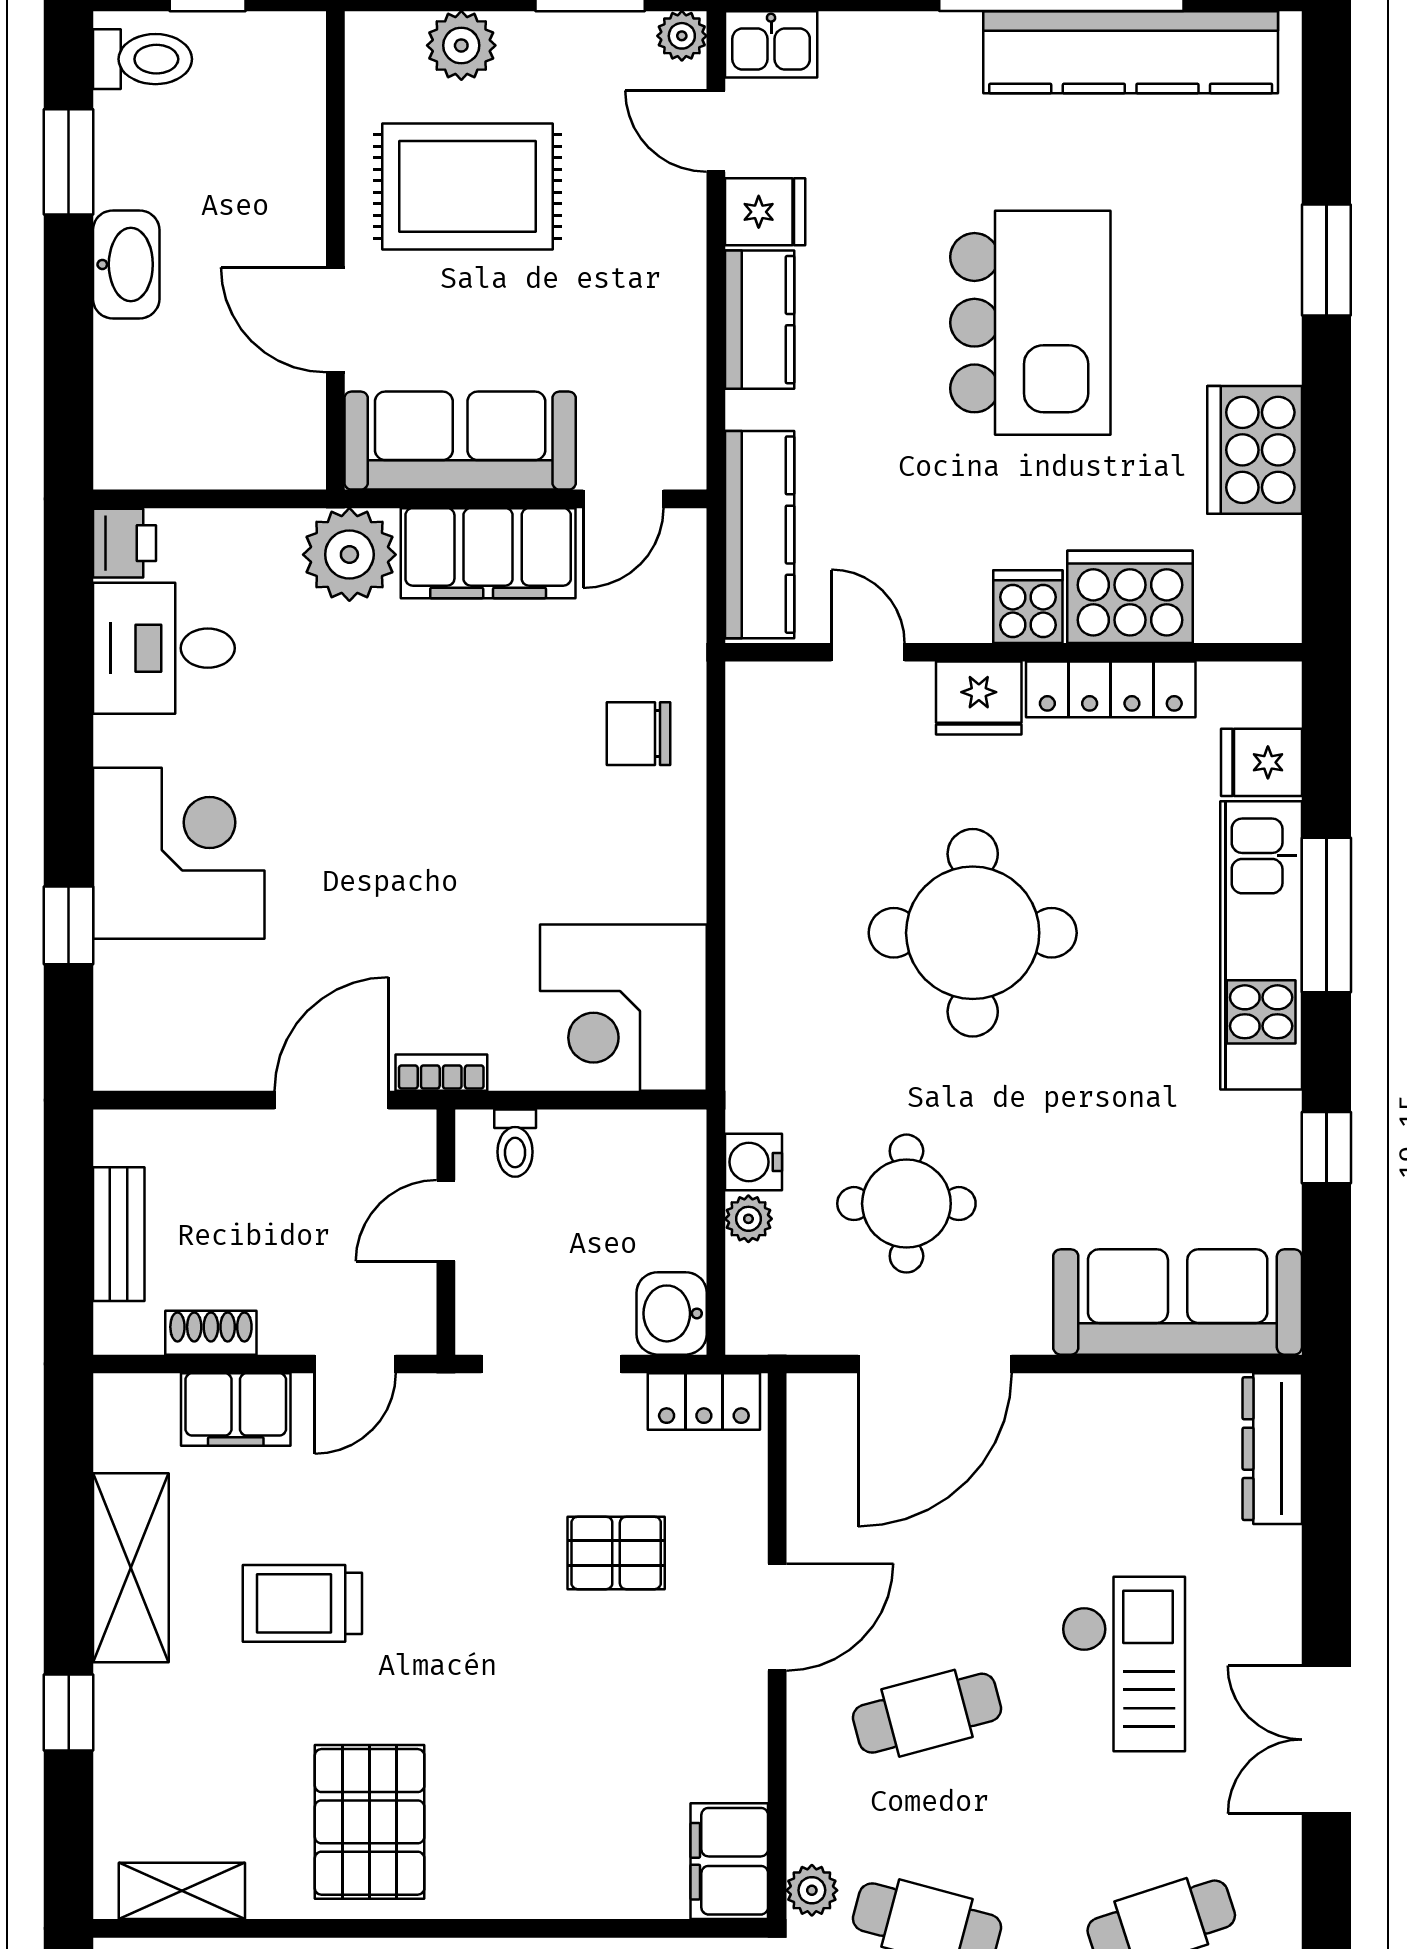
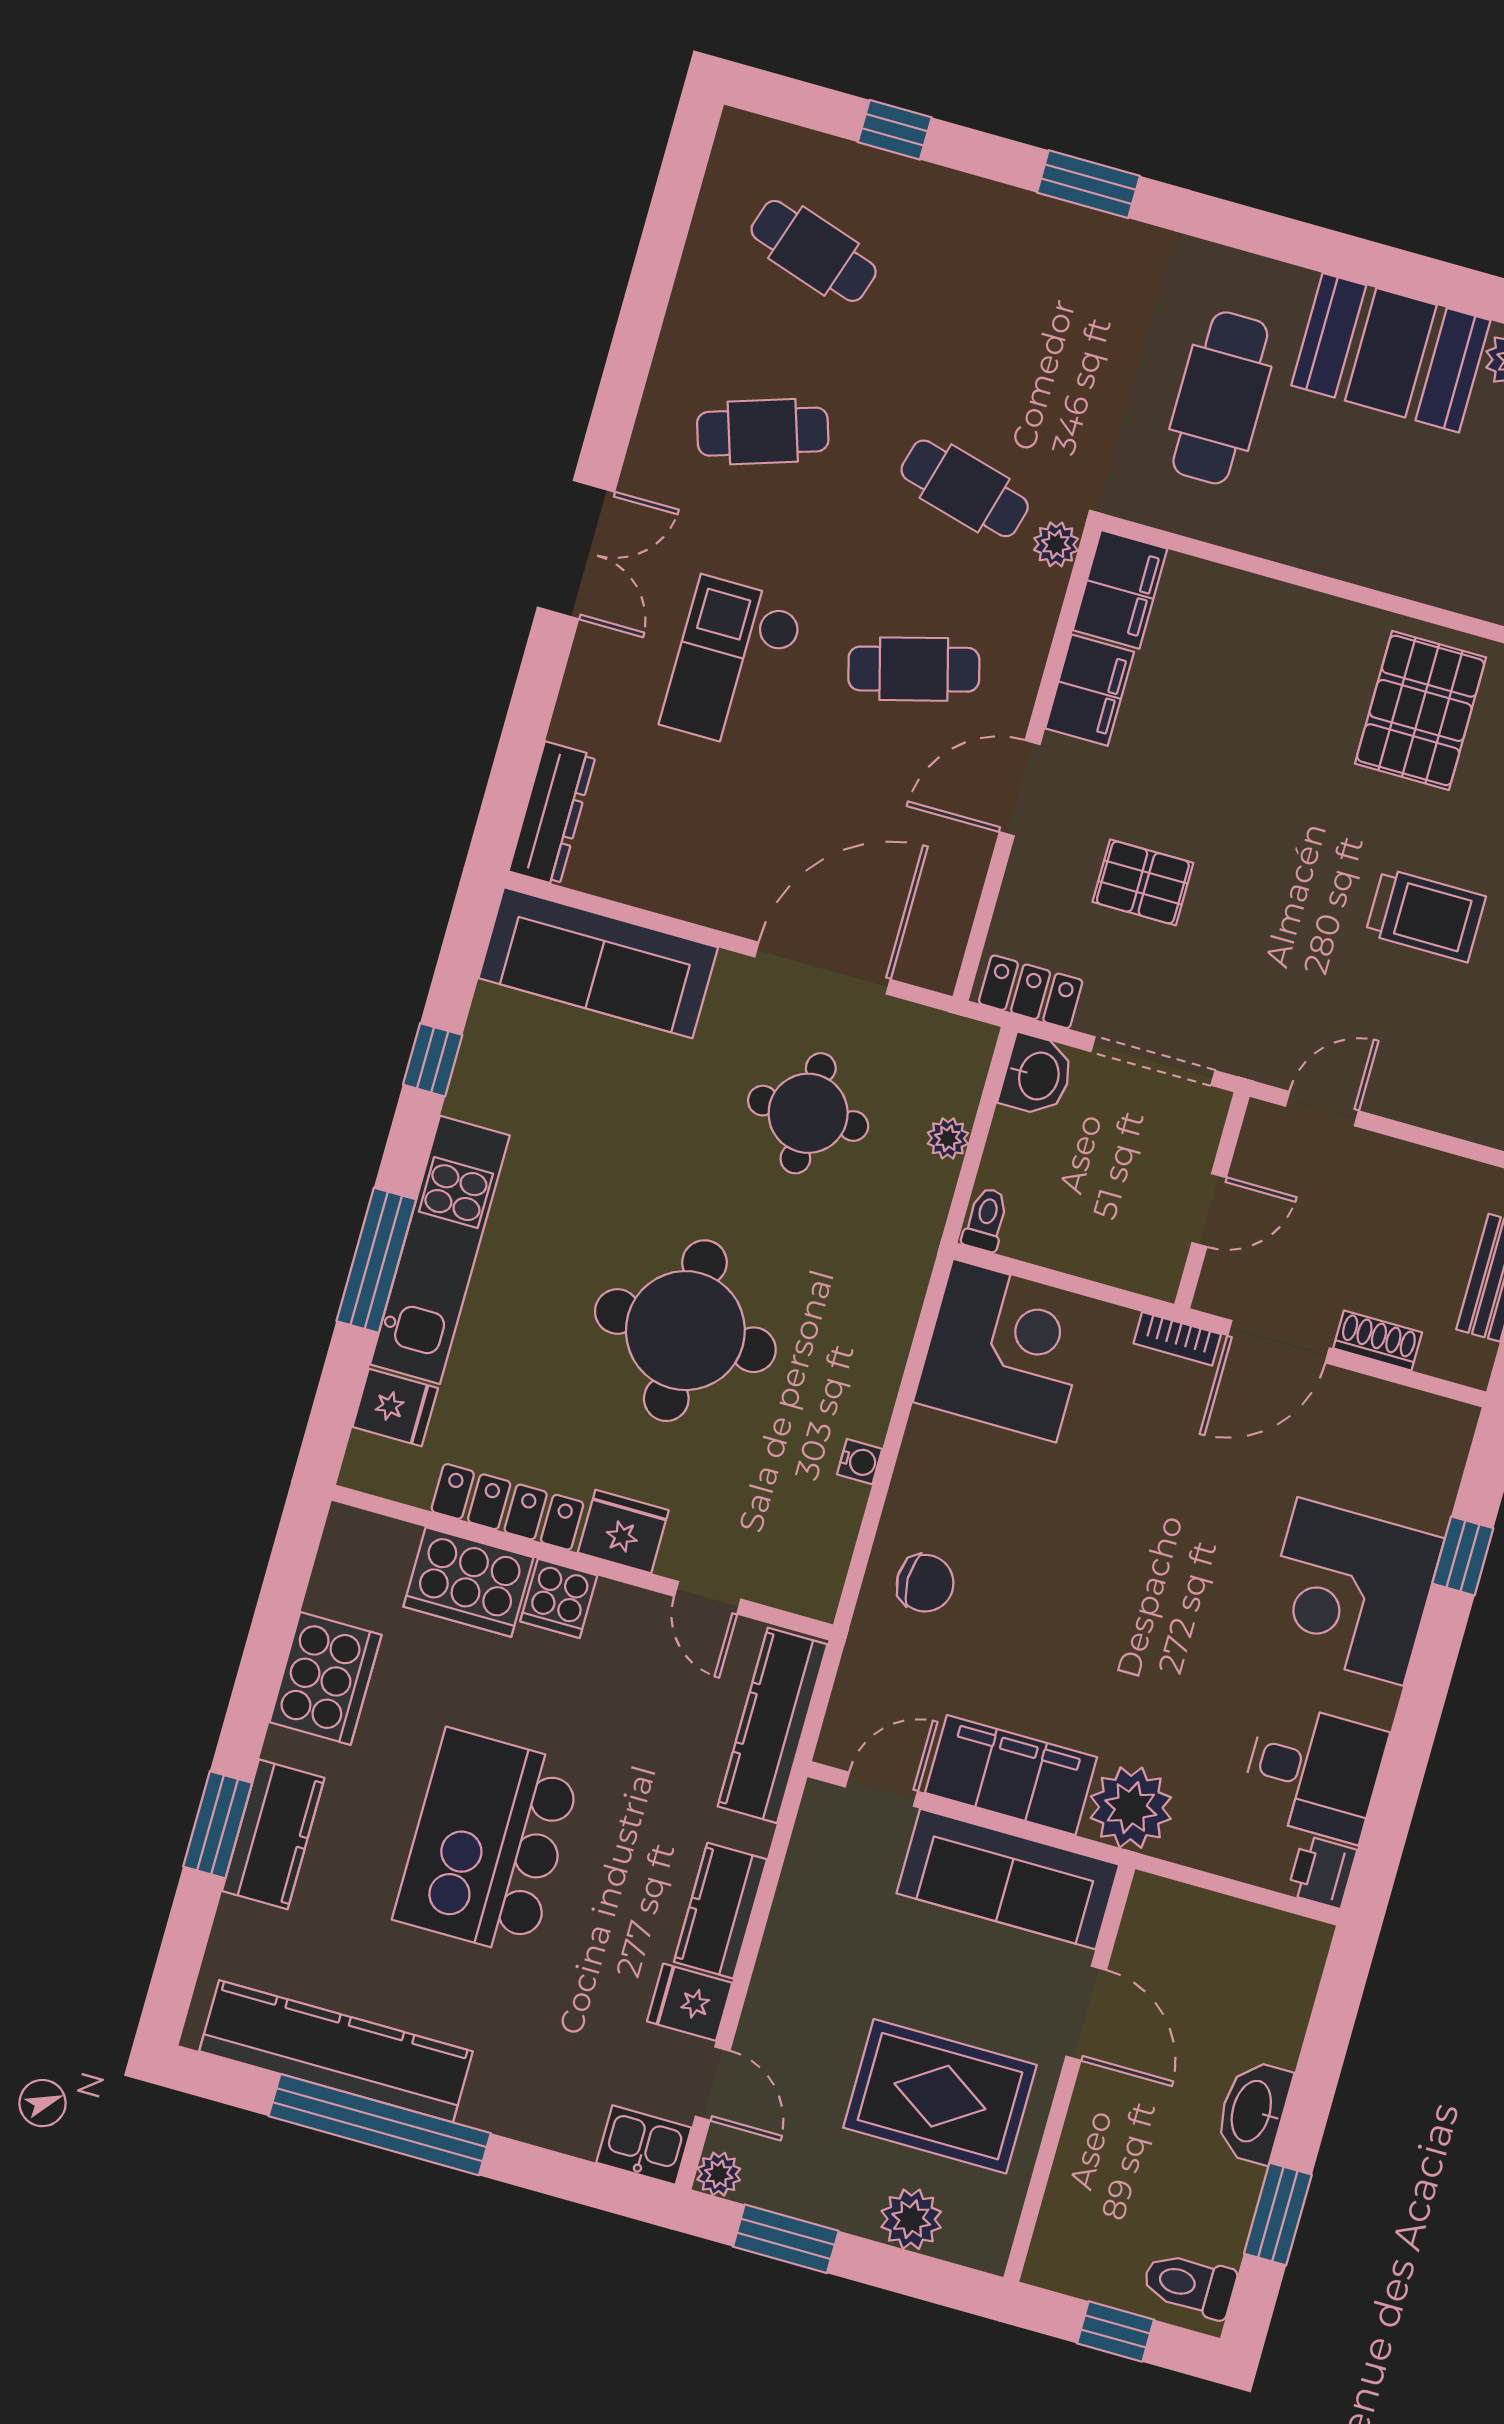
kitchen counter: (1264, 266) -> (273, 1834), added
toilet: (515, 1143) -> (986, 1219), moved
water cooler: (754, 1162) -> (860, 1462), moved, width x0.72, depth x0.72
shoe rack: (211, 1333) -> (1378, 1340), moved, turned 180
filing cabinet: (236, 1410) -> (1090, 690), moved, turned 90

